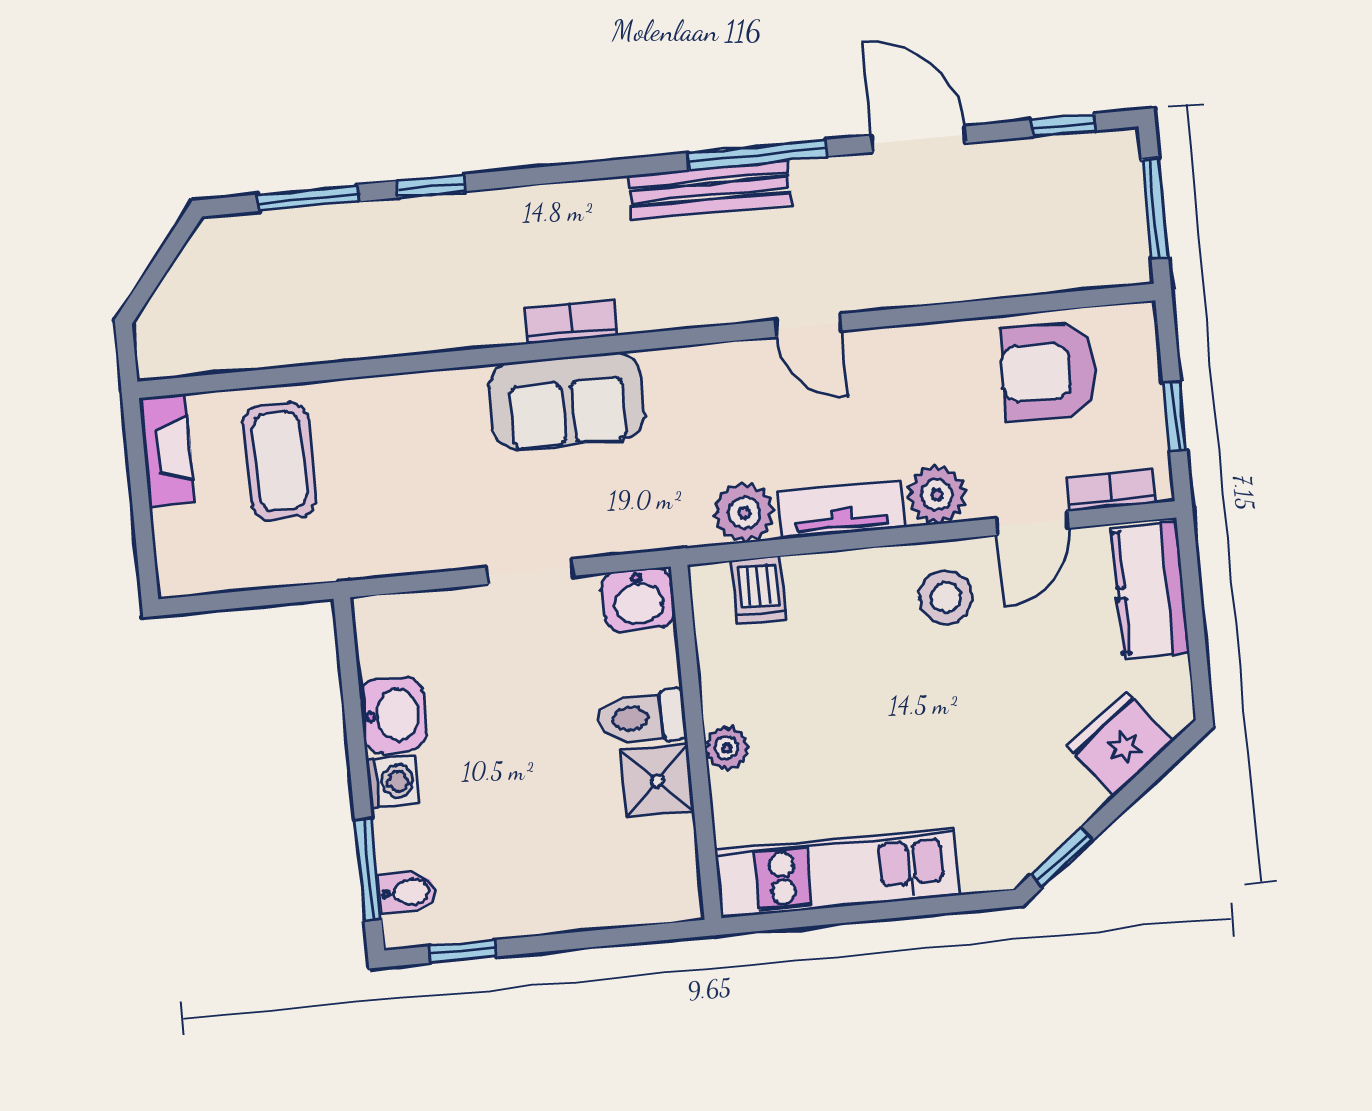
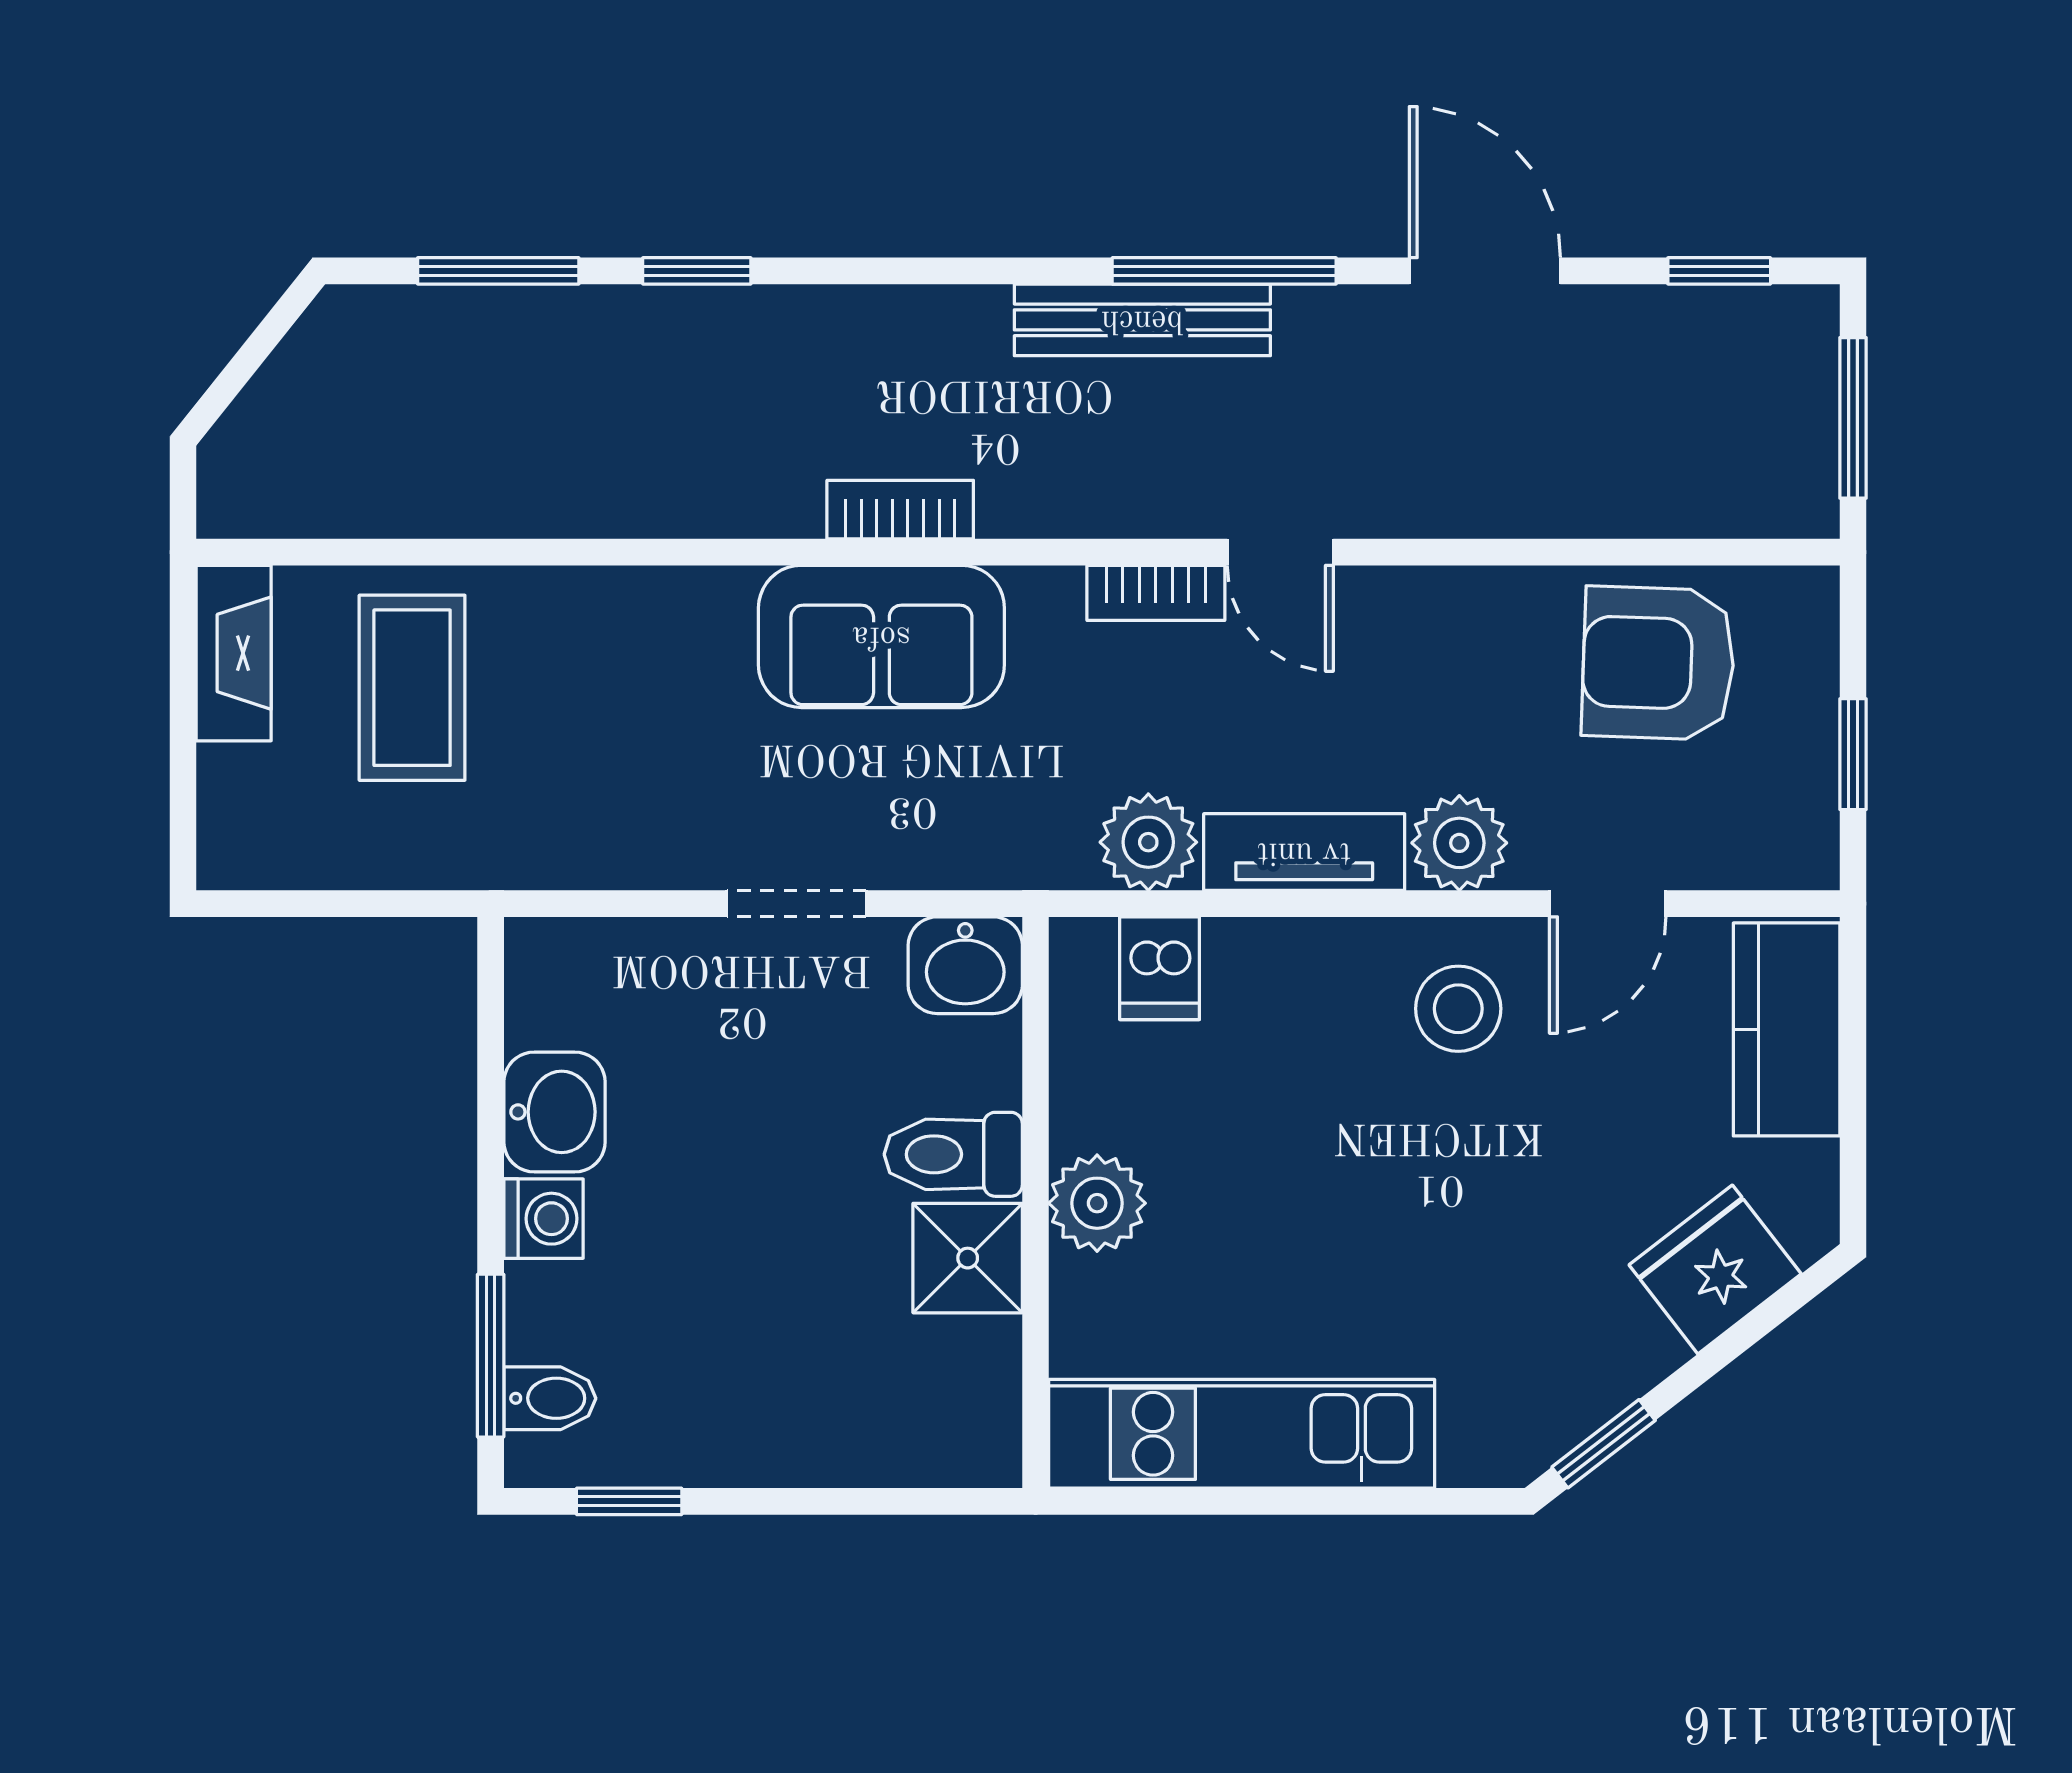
bookcase: (1111, 490) -> (1156, 593), moved, turned 180
plant: (727, 748) -> (1097, 1203), width x1.38, depth x1.38

